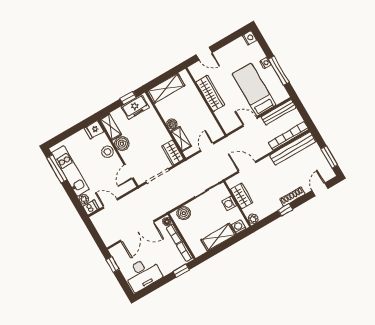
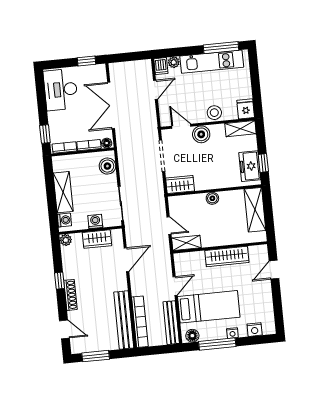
nightstand: (249, 38) -> (255, 330), moved
floor lamp: (281, 92) -> (192, 336), added
shelving: (181, 139) -> (186, 243), moved
boiler: (122, 144) -> (201, 134), moved

